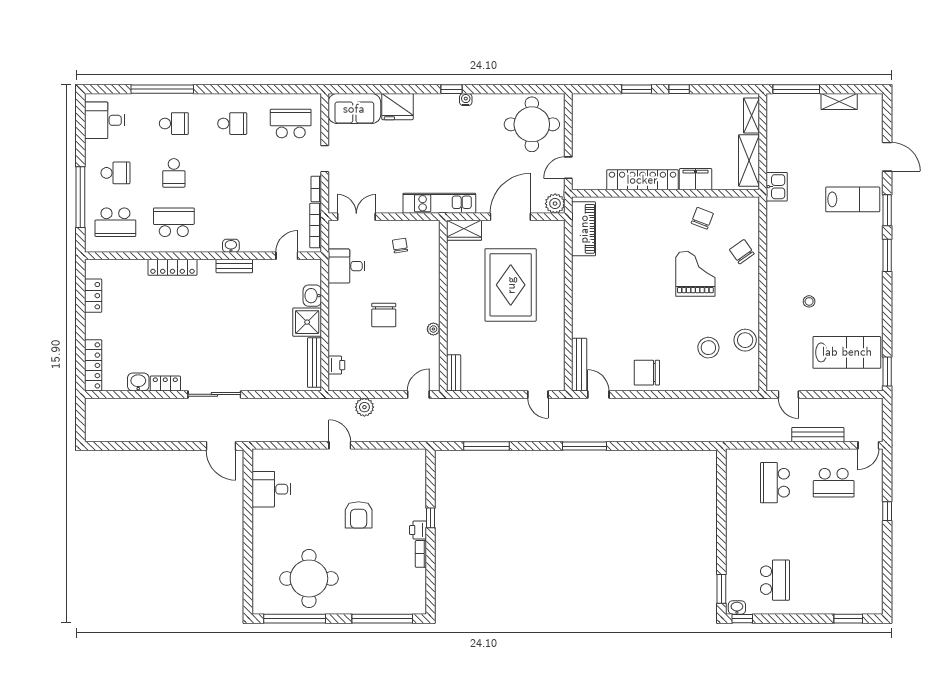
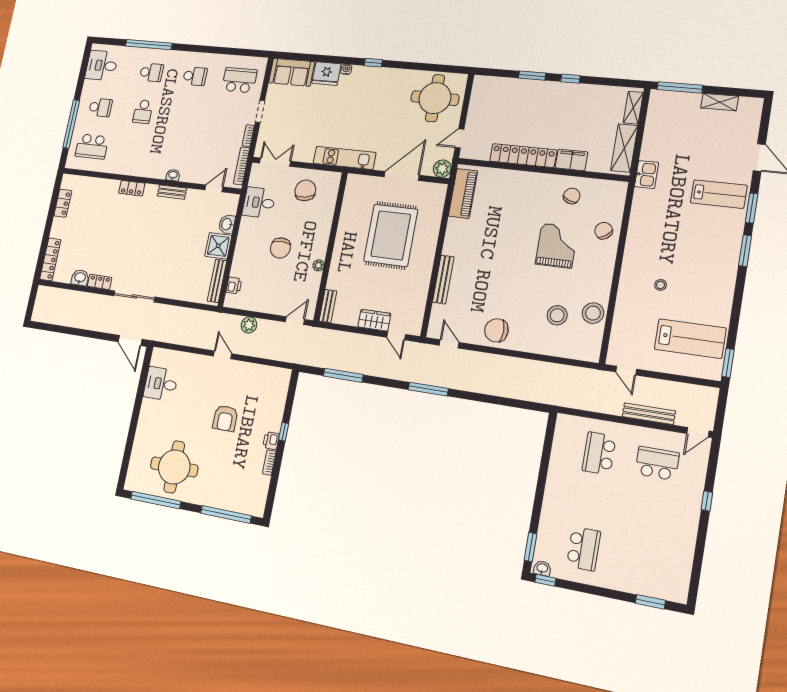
water cooler: (466, 100) -> (346, 69), moved
school desk: (174, 222) -> (134, 151), removed
wardrobe: (464, 230) -> (374, 320), moved, turned 180
chair: (400, 246) -> (305, 190), width x1.87, depth x1.87
locker: (172, 267) -> (132, 188), width x0.66
bench: (579, 365) -> (443, 280), moved
school desk: (834, 483) -> (657, 463), turned 180

